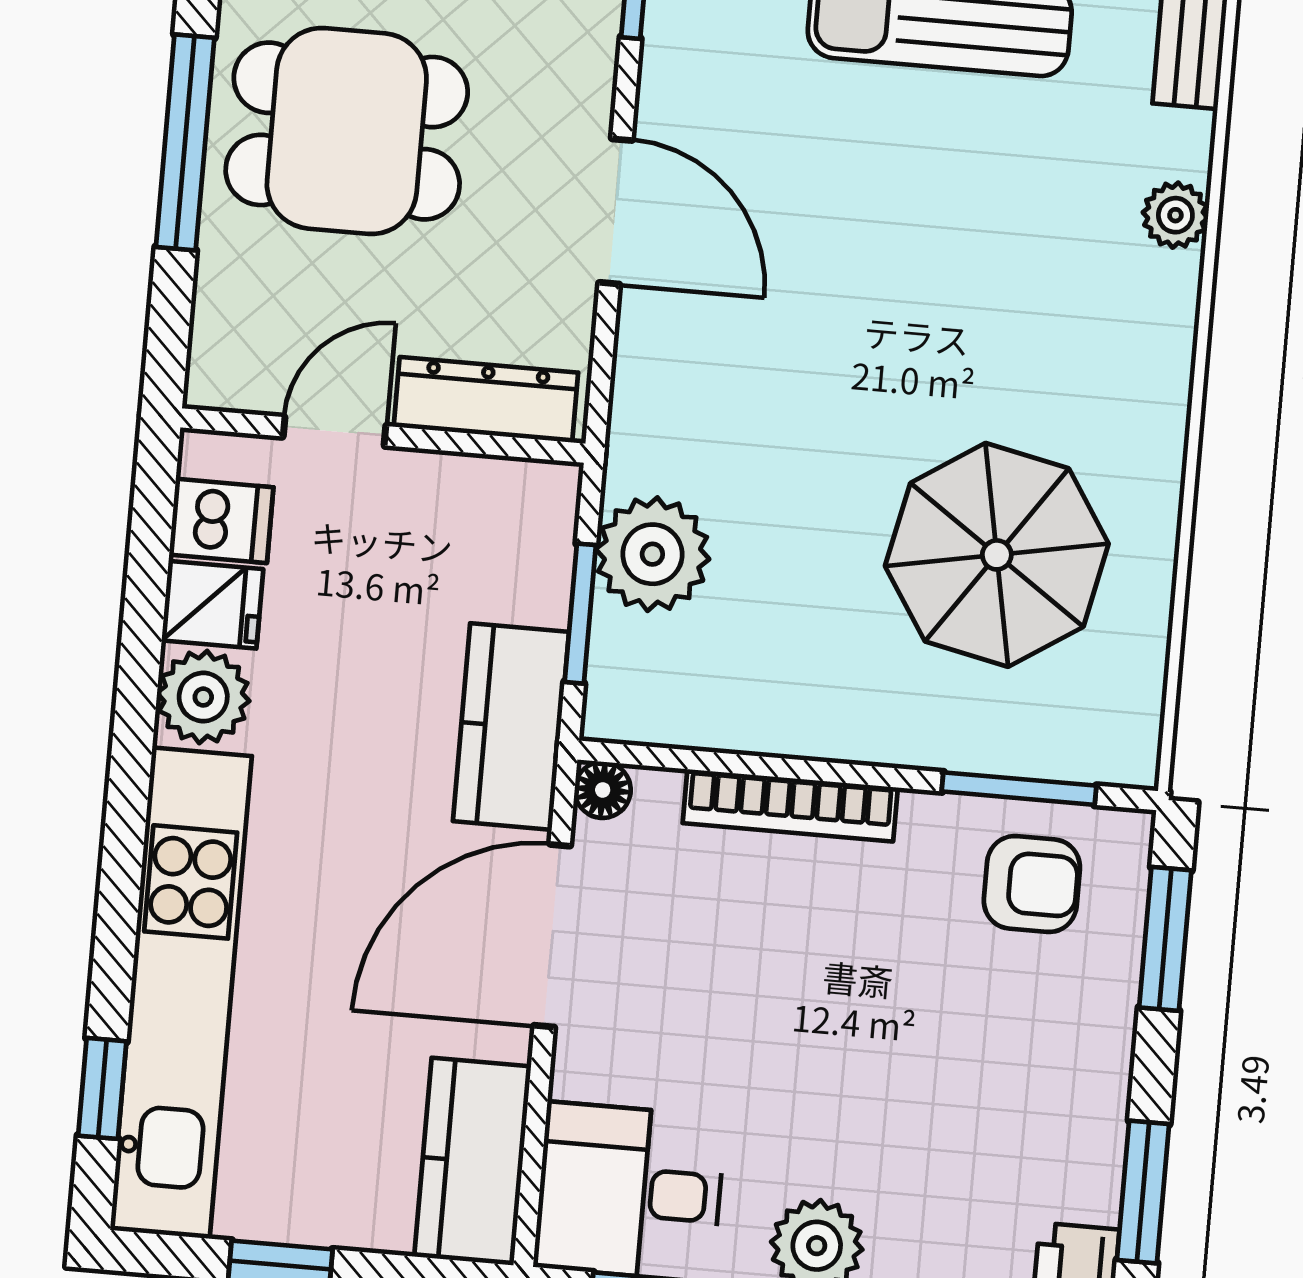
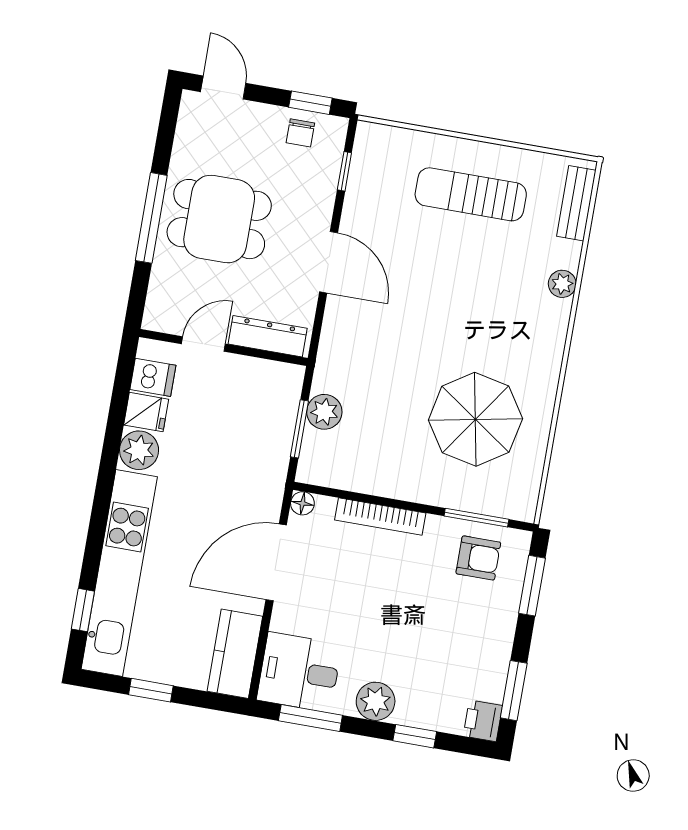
plant: (652, 554) -> (324, 412), width x0.73, depth x0.73
kitchen counter: (511, 726) -> (266, 474), removed

